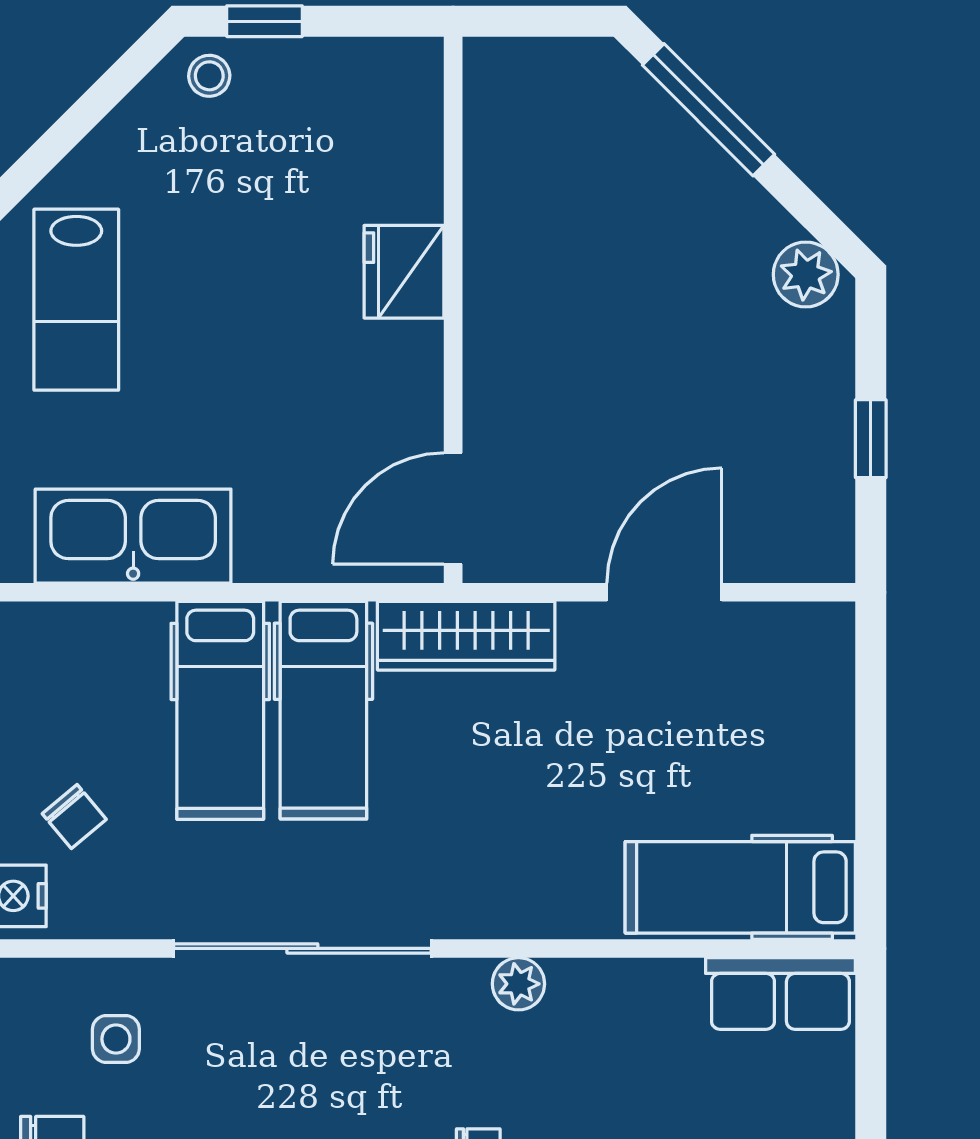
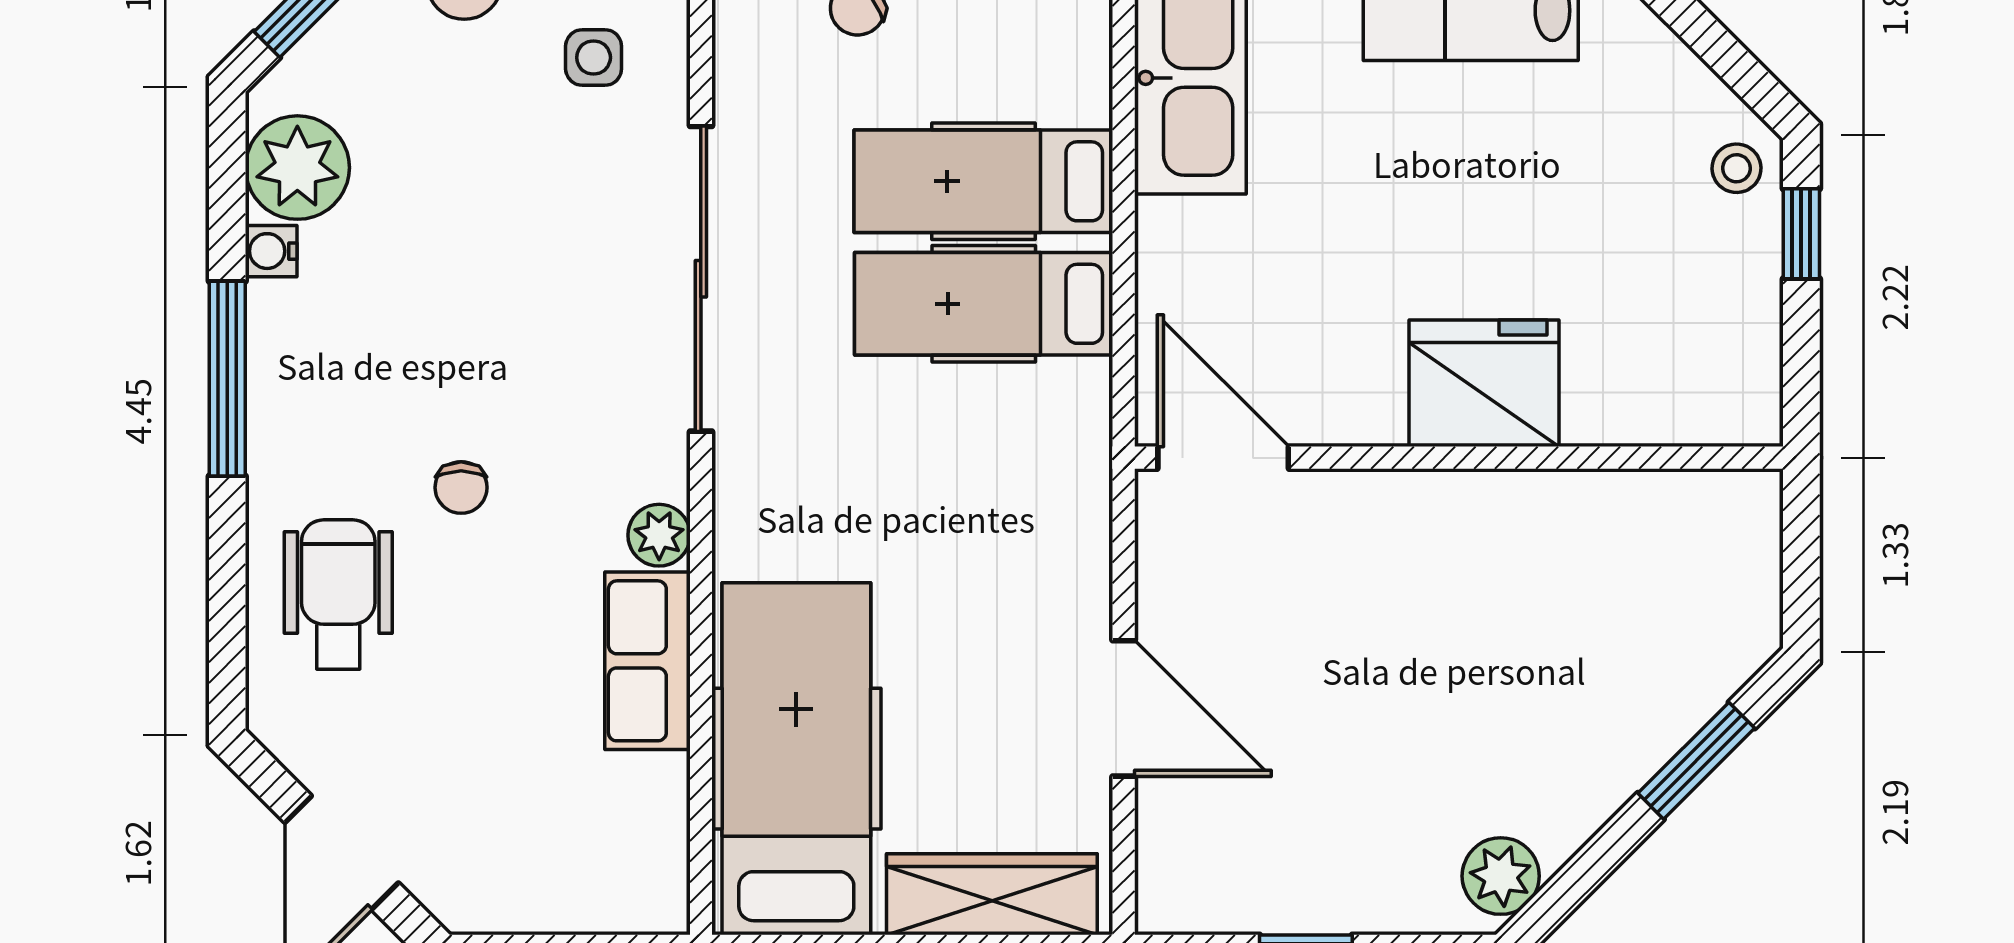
window: (709, 110) -> (1696, 761), width x0.69
fridge: (404, 272) -> (1484, 383), width x1.36, depth x1.34
wardrobe: (466, 636) -> (992, 894), moved, turned 90
hospital bed: (740, 887) -> (796, 759), width x1.37, depth x1.29
row of seats: (780, 994) -> (648, 661), moved

